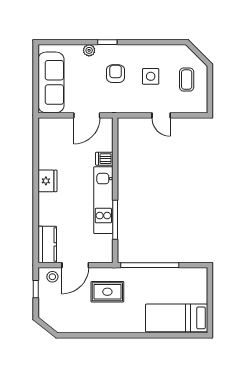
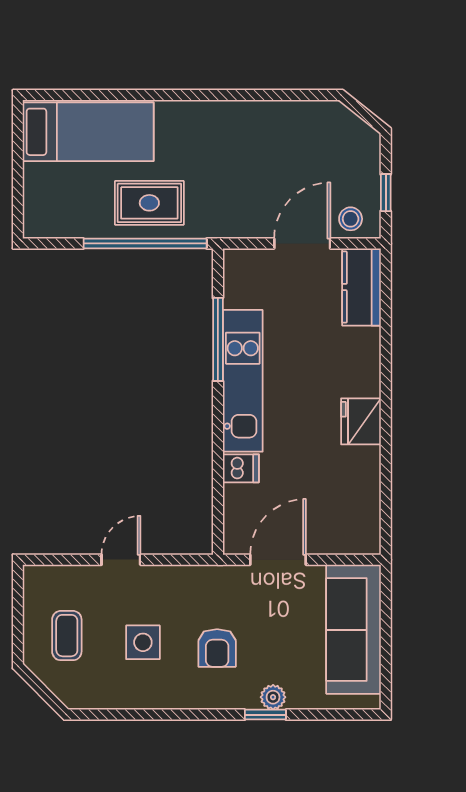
window: (107, 42) -> (265, 715), moved
door: (161, 115) -> (121, 560), hinge flipped
rug: (107, 292) -> (149, 203), moved

